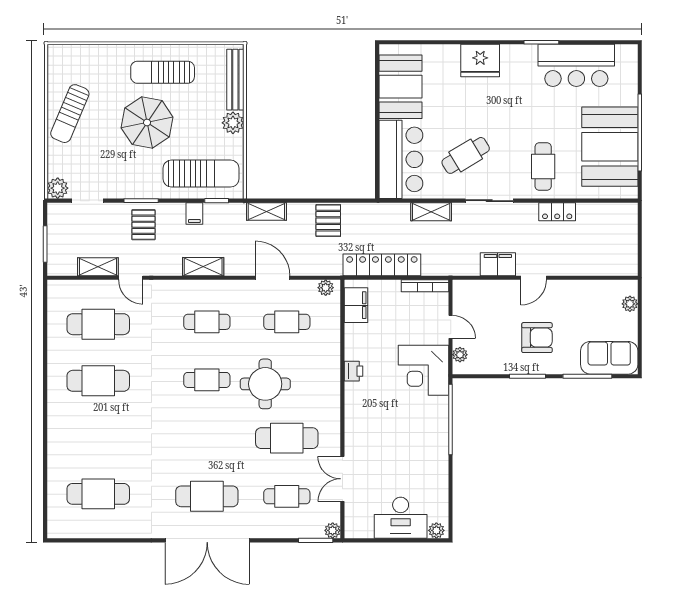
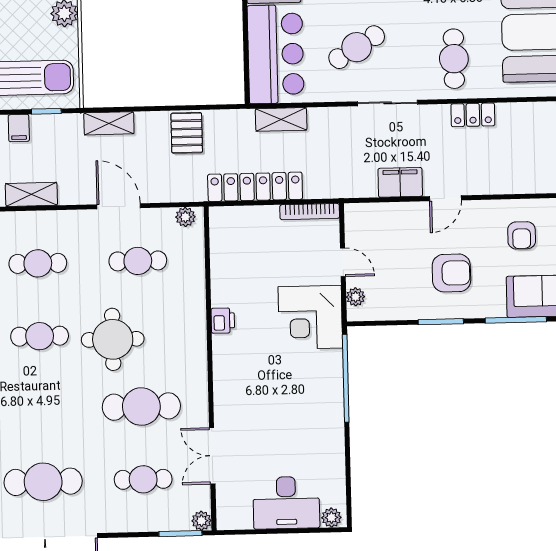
shelving: (431, 212) -> (281, 119), moved
filing cabinet: (356, 305) -> (224, 238), removed
armchair: (594, 309) -> (522, 235), added

